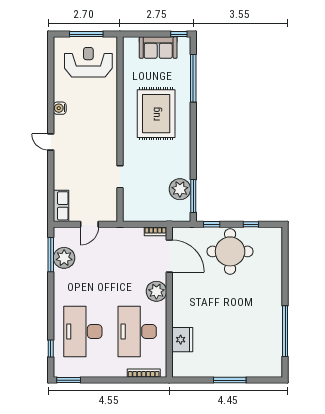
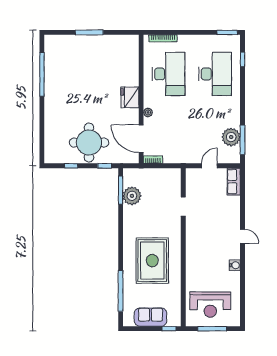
window: (179, 34) -> (169, 329), moved
plant: (156, 291) -> (148, 112), width x0.53, depth x0.53
fridge: (182, 340) -> (130, 97), moved

